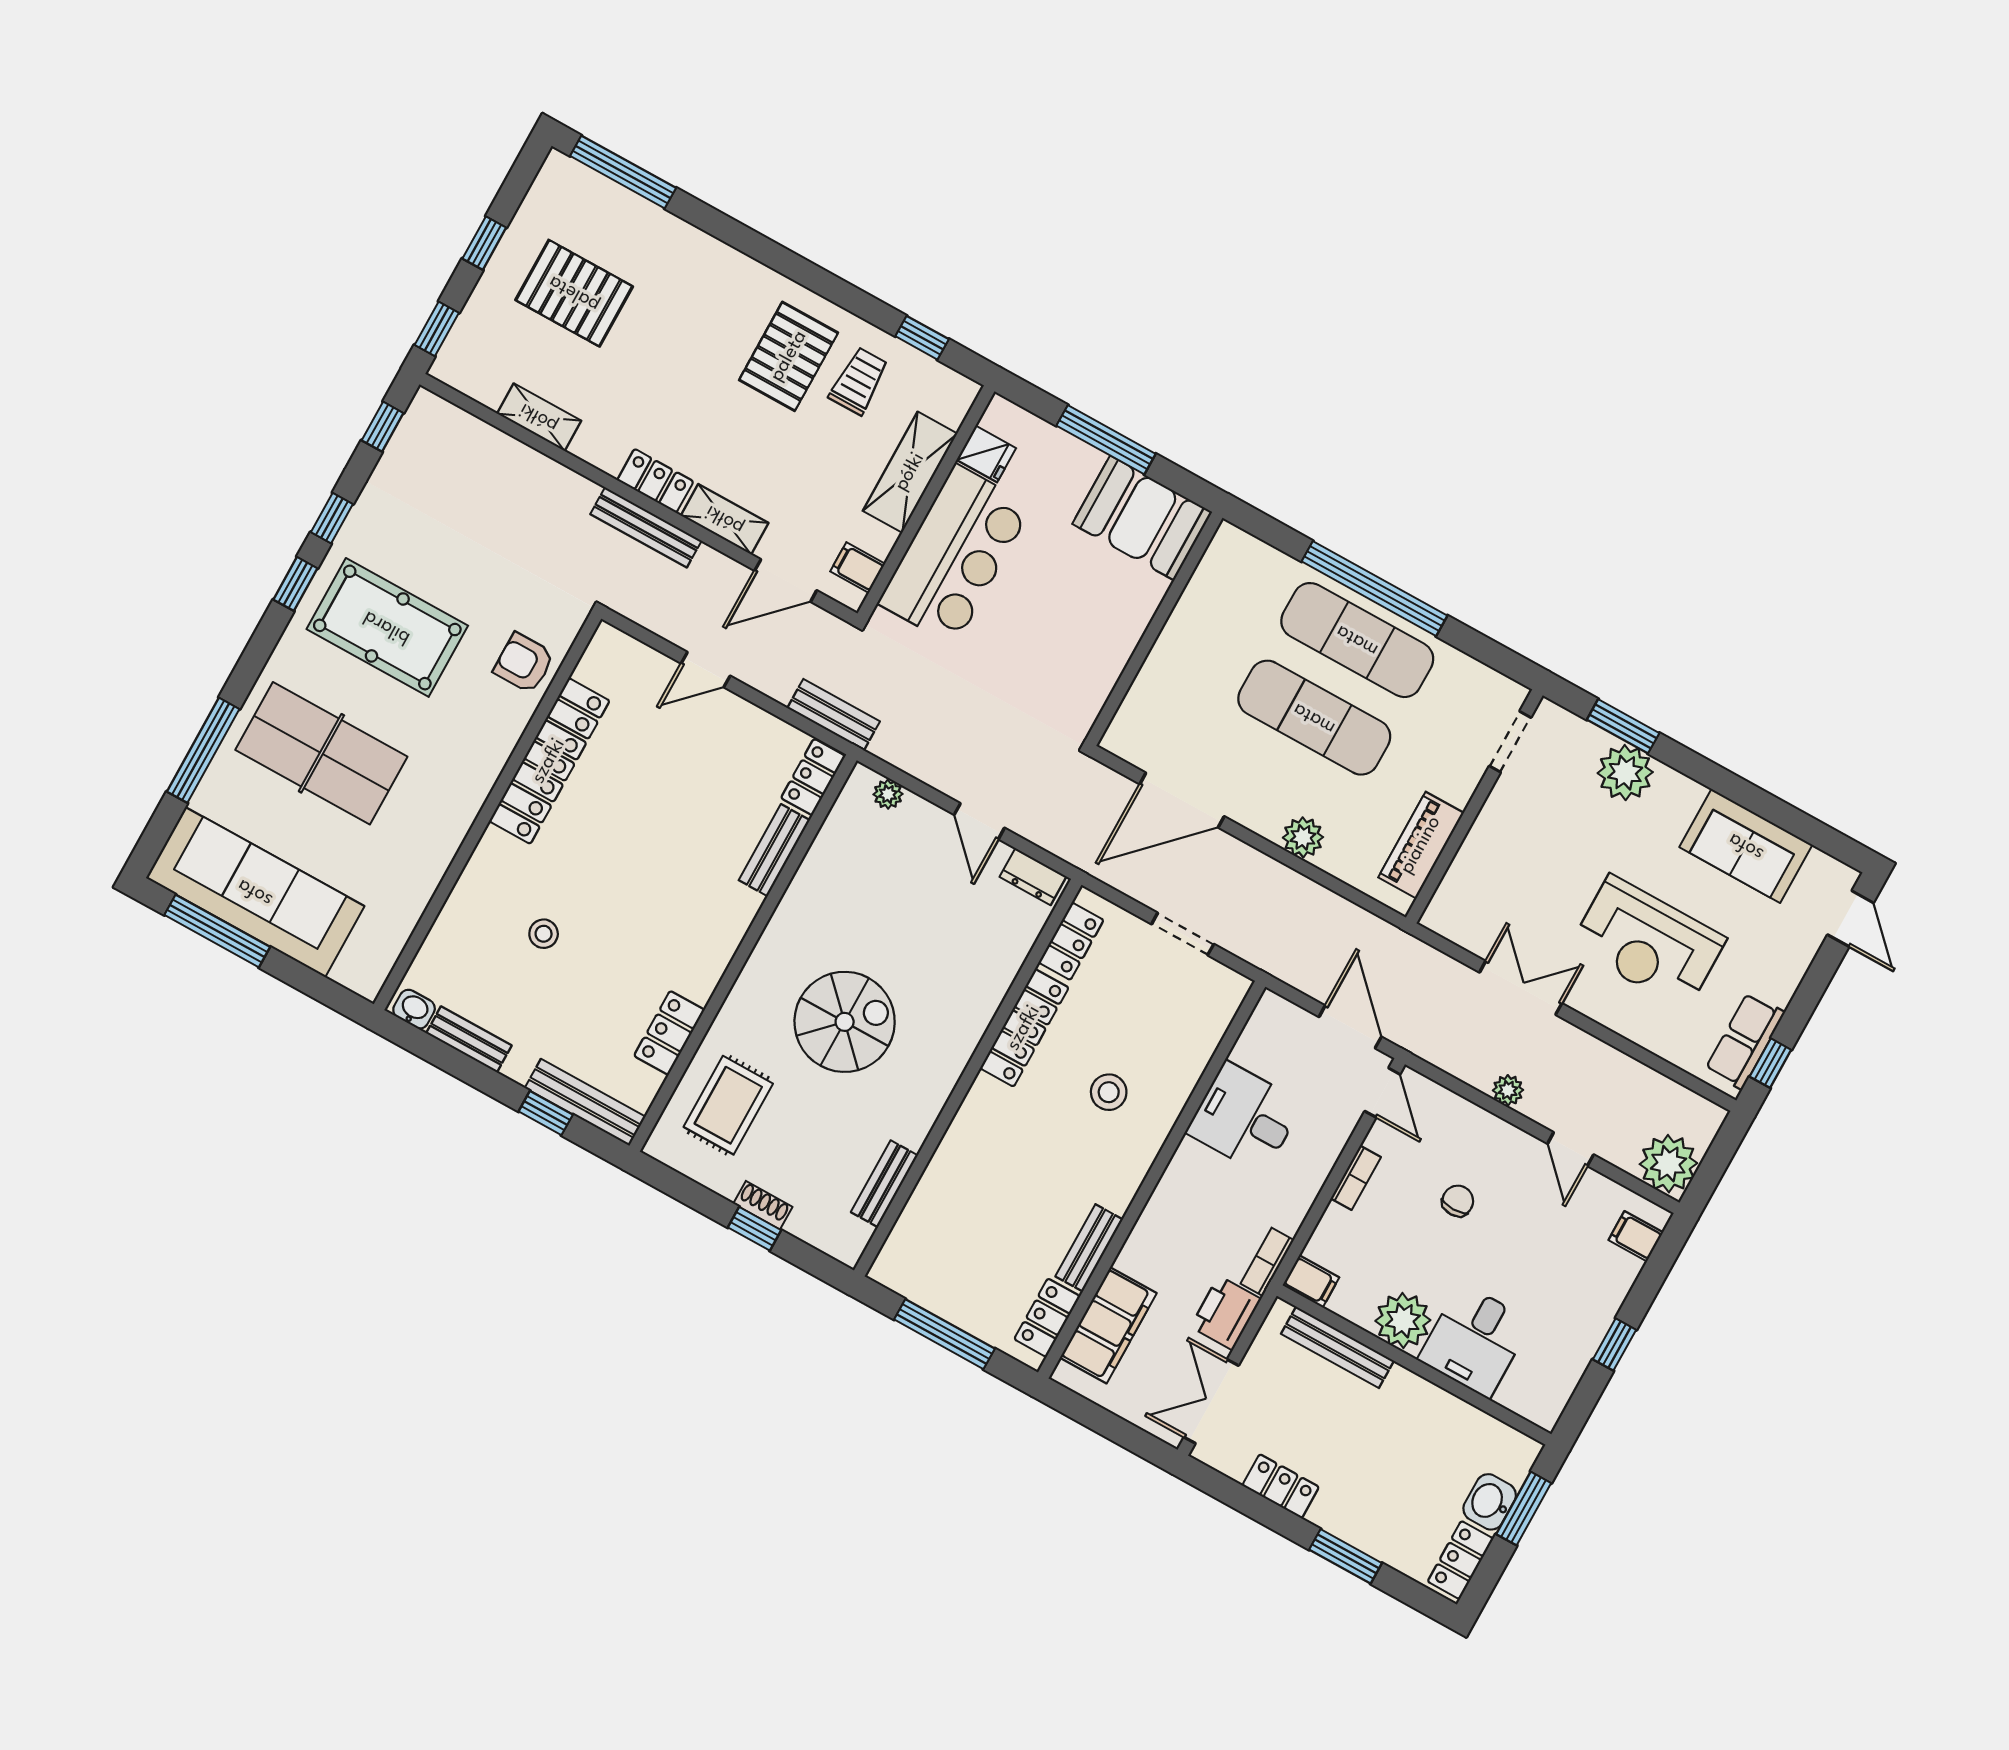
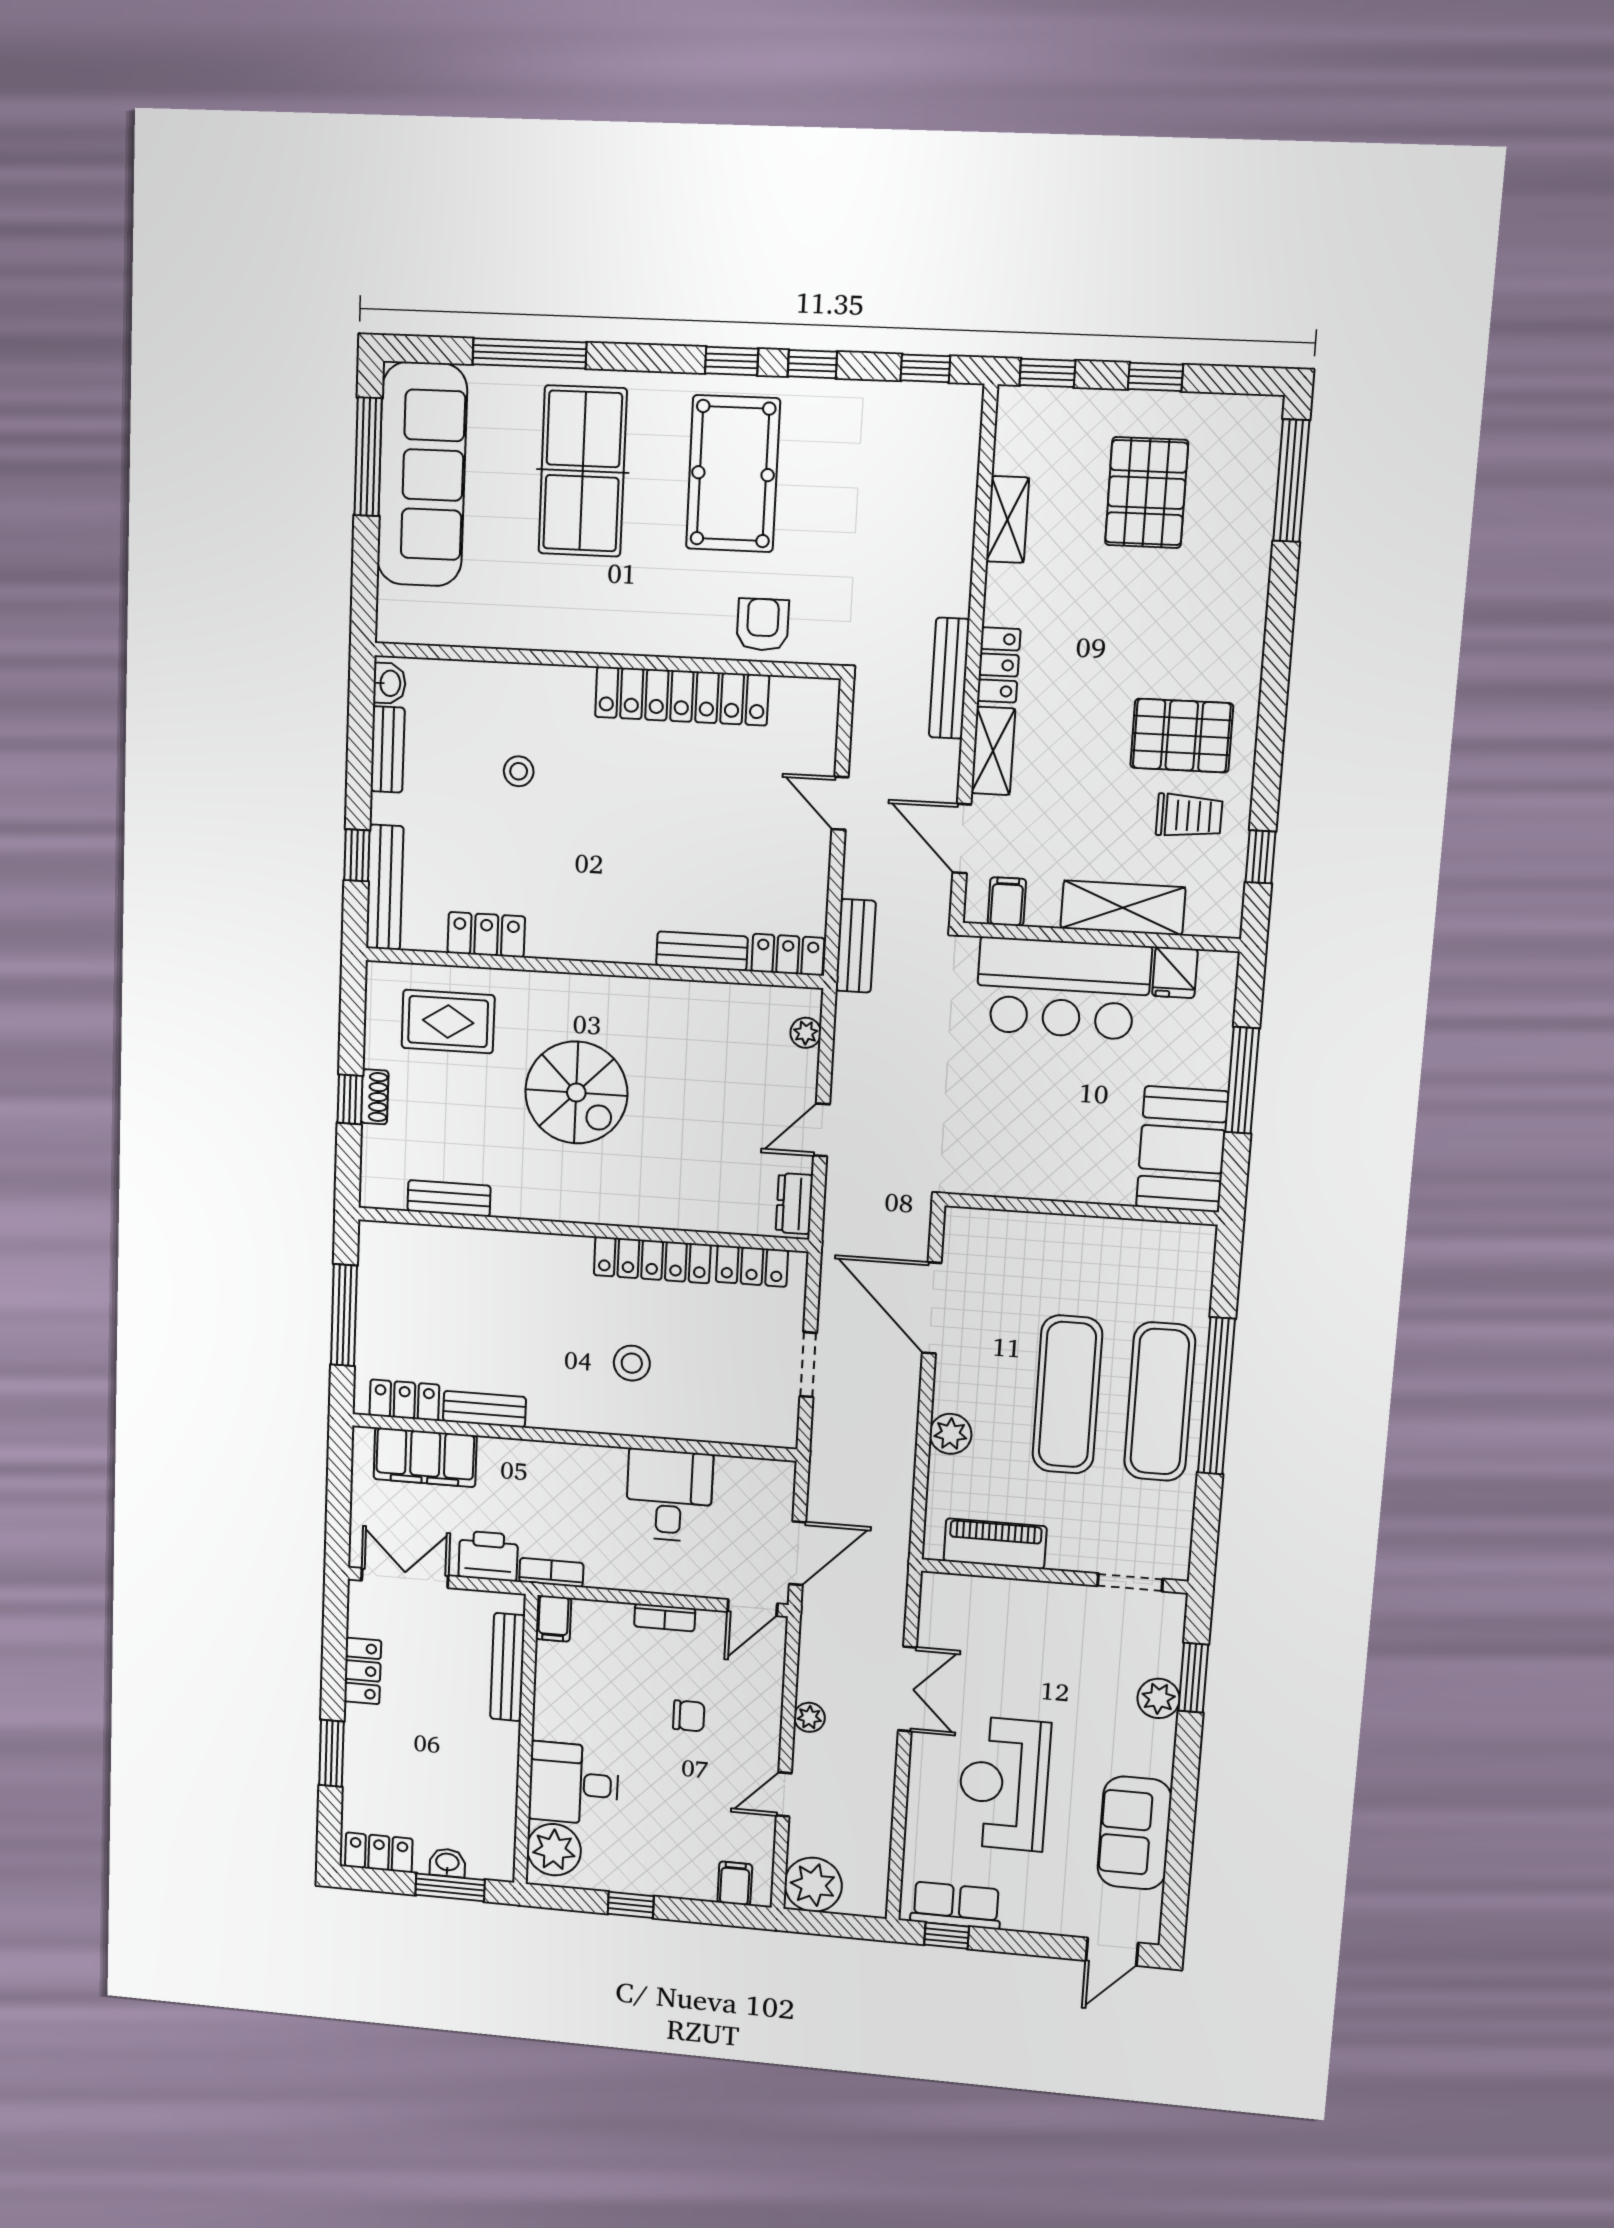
plant: (1625, 773) -> (1158, 1698), width x0.73, depth x0.73
plant: (1403, 1321) -> (554, 1850), moved
washbasin: (1490, 1502) -> (447, 1863), width x0.72, depth x0.69

